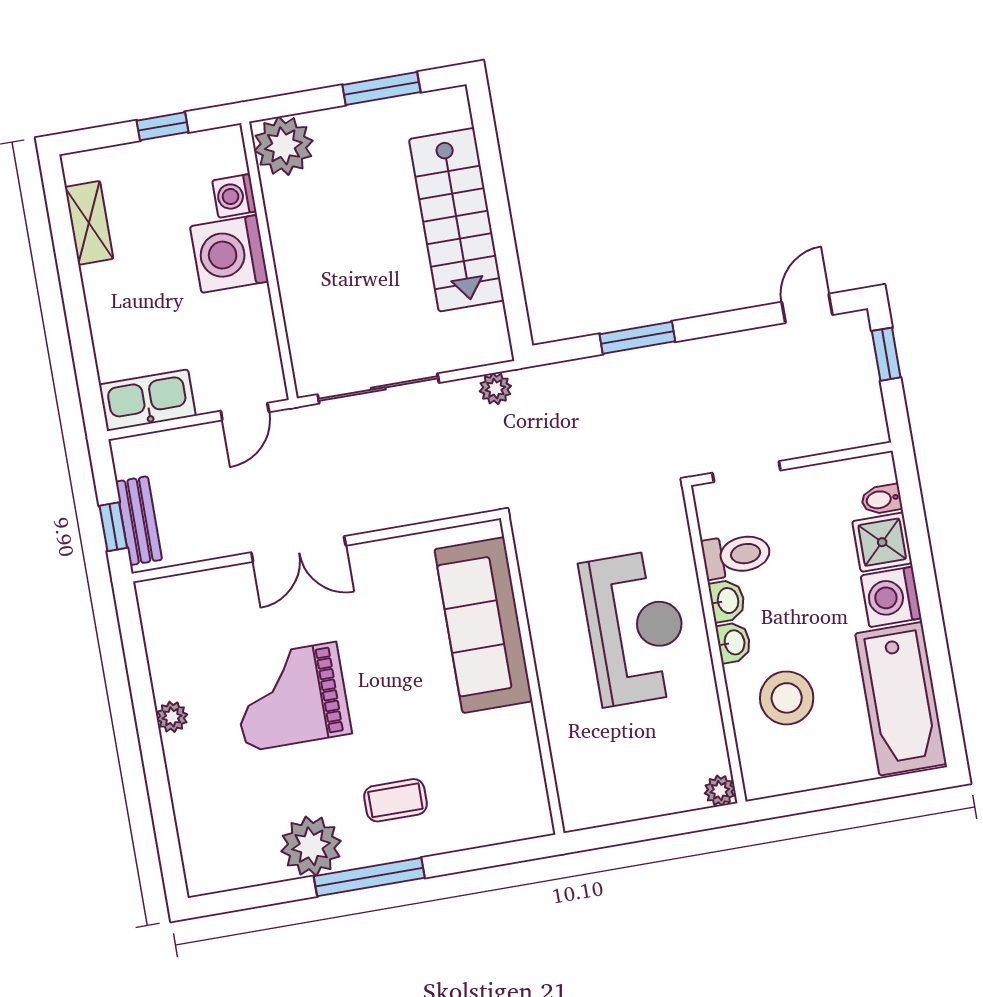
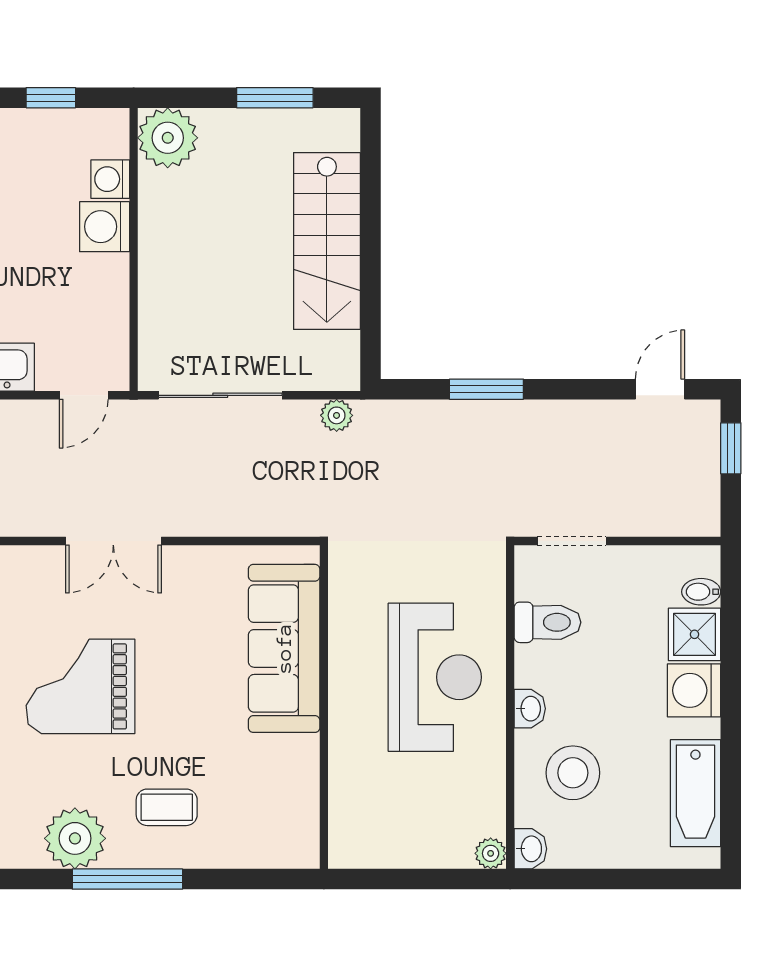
washing machine: (229, 254) -> (105, 227), width x0.73, depth x0.73
washbasin: (727, 601) -> (530, 849), moved
bathtub: (901, 699) -> (695, 793), width x0.73, depth x0.73

